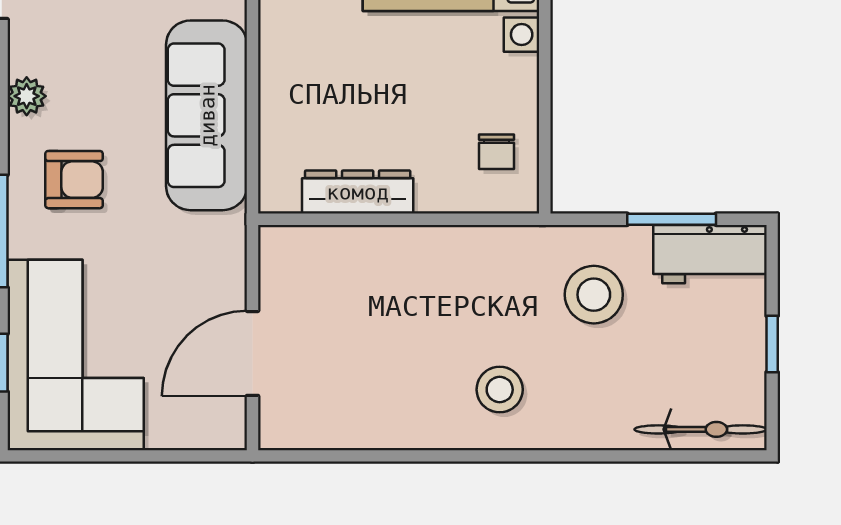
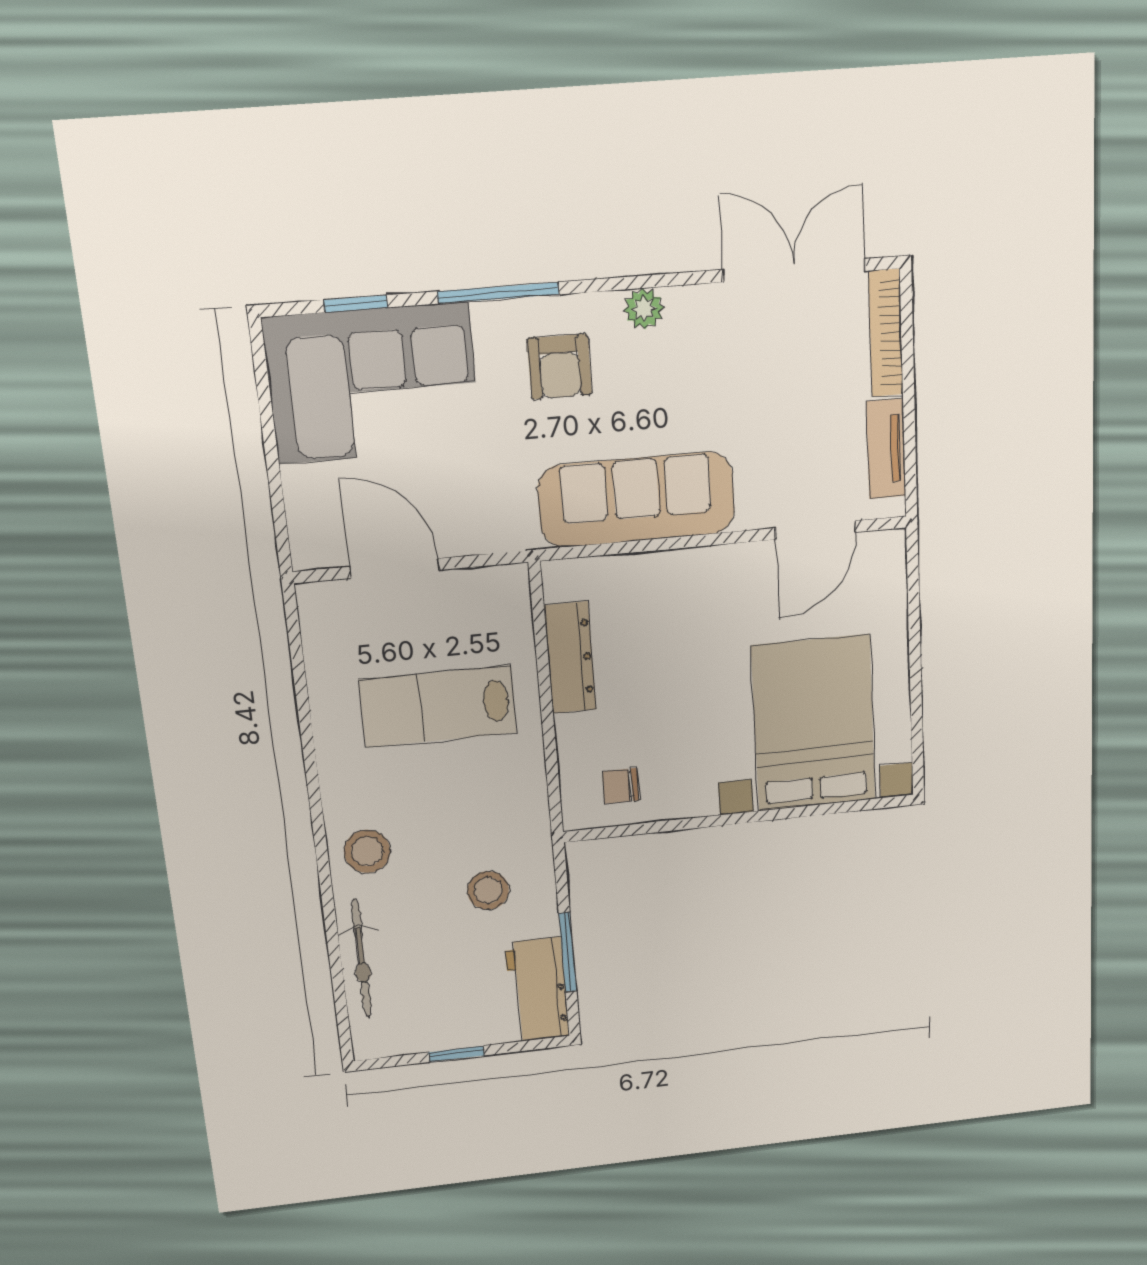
stool: (594, 295) -> (488, 890), width x0.73, depth x0.73
lab bench: (394, 326) -> (438, 706), added
stool: (500, 390) -> (367, 851), moved
bicycle: (701, 429) -> (361, 958), moved

